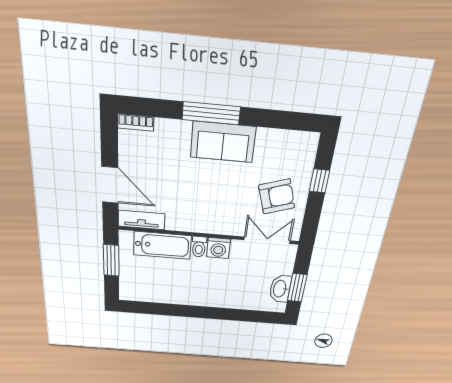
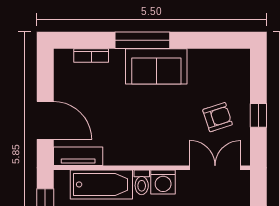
bookcase: (136, 123) -> (91, 55), moved
window: (319, 181) -> (258, 115), moved
armchair: (277, 197) -> (218, 117), width x0.72, depth x0.72

